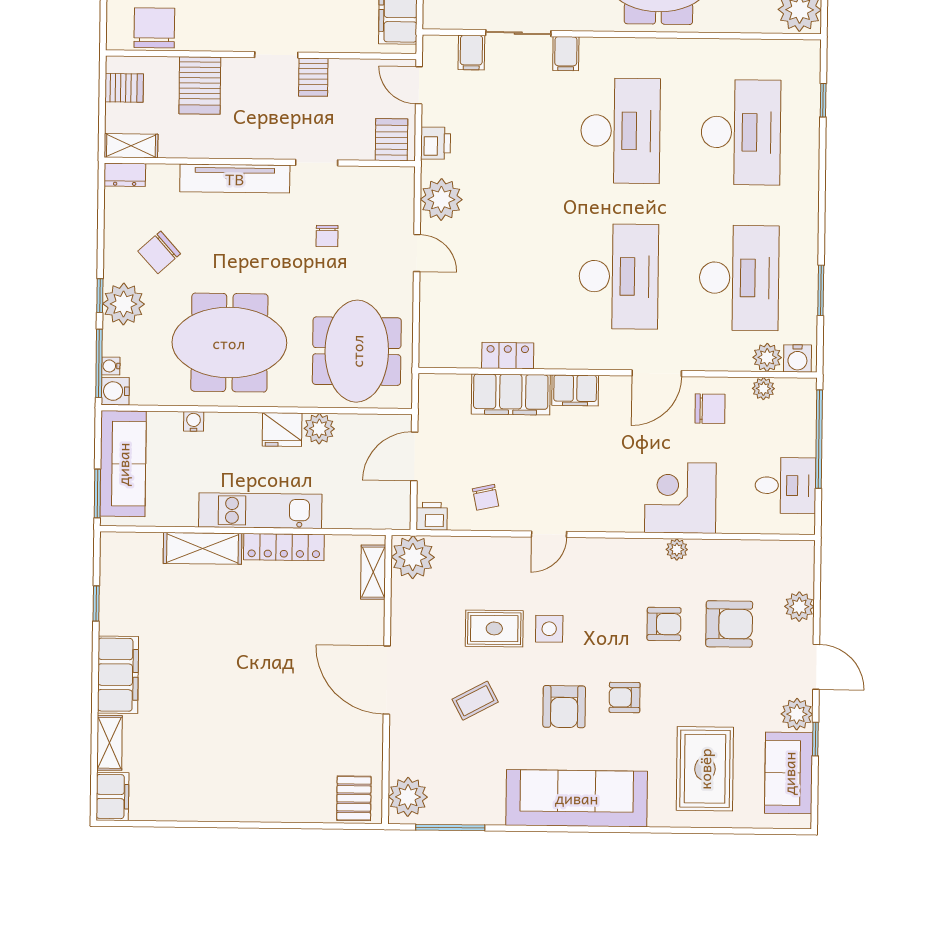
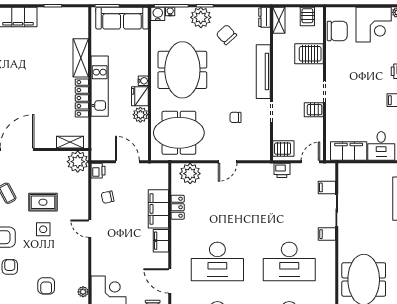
plant: (441, 199) -> (190, 174), moved
water cooler: (194, 421) -> (143, 81), moved
rug: (494, 628) -> (43, 202), turned 90

